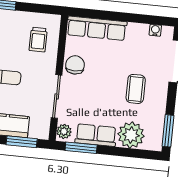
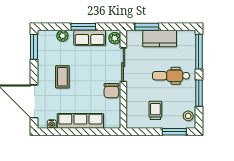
row of seats: (97, 28) -> (80, 121), moved
trolley: (38, 40) -> (155, 110), moved
plant: (131, 135) -> (62, 36), width x0.53, depth x0.53
window: (81, 148) -> (83, 27), moved

